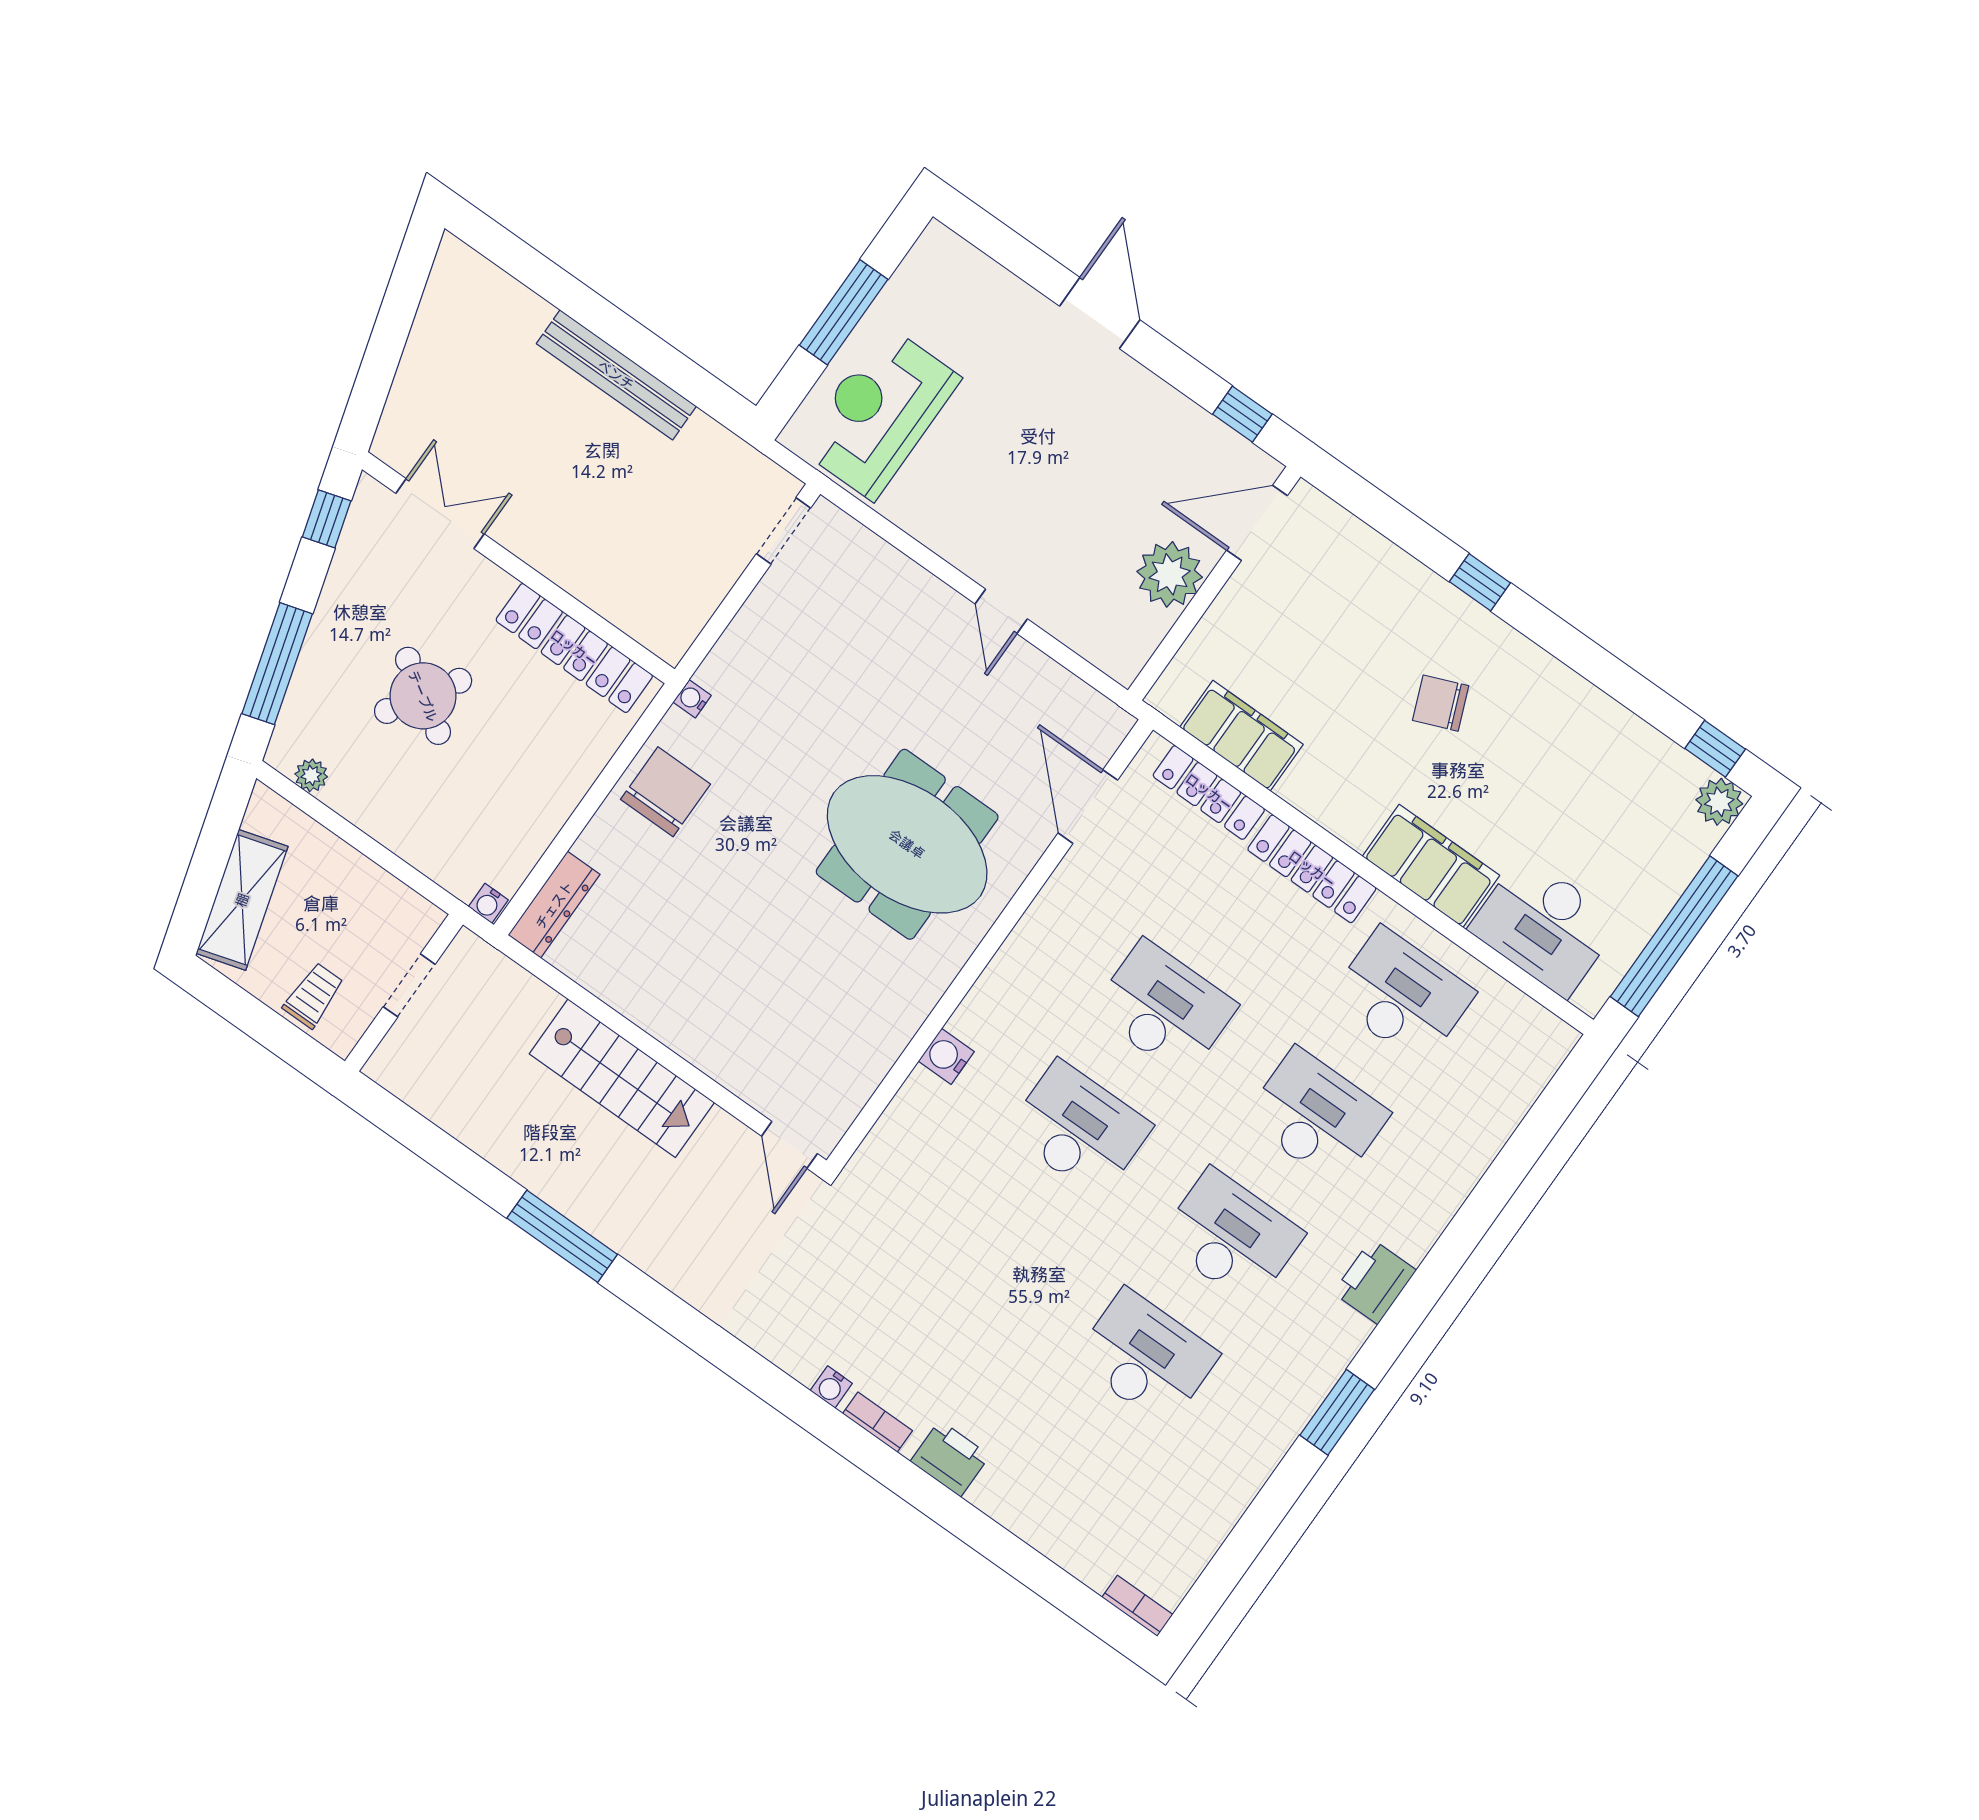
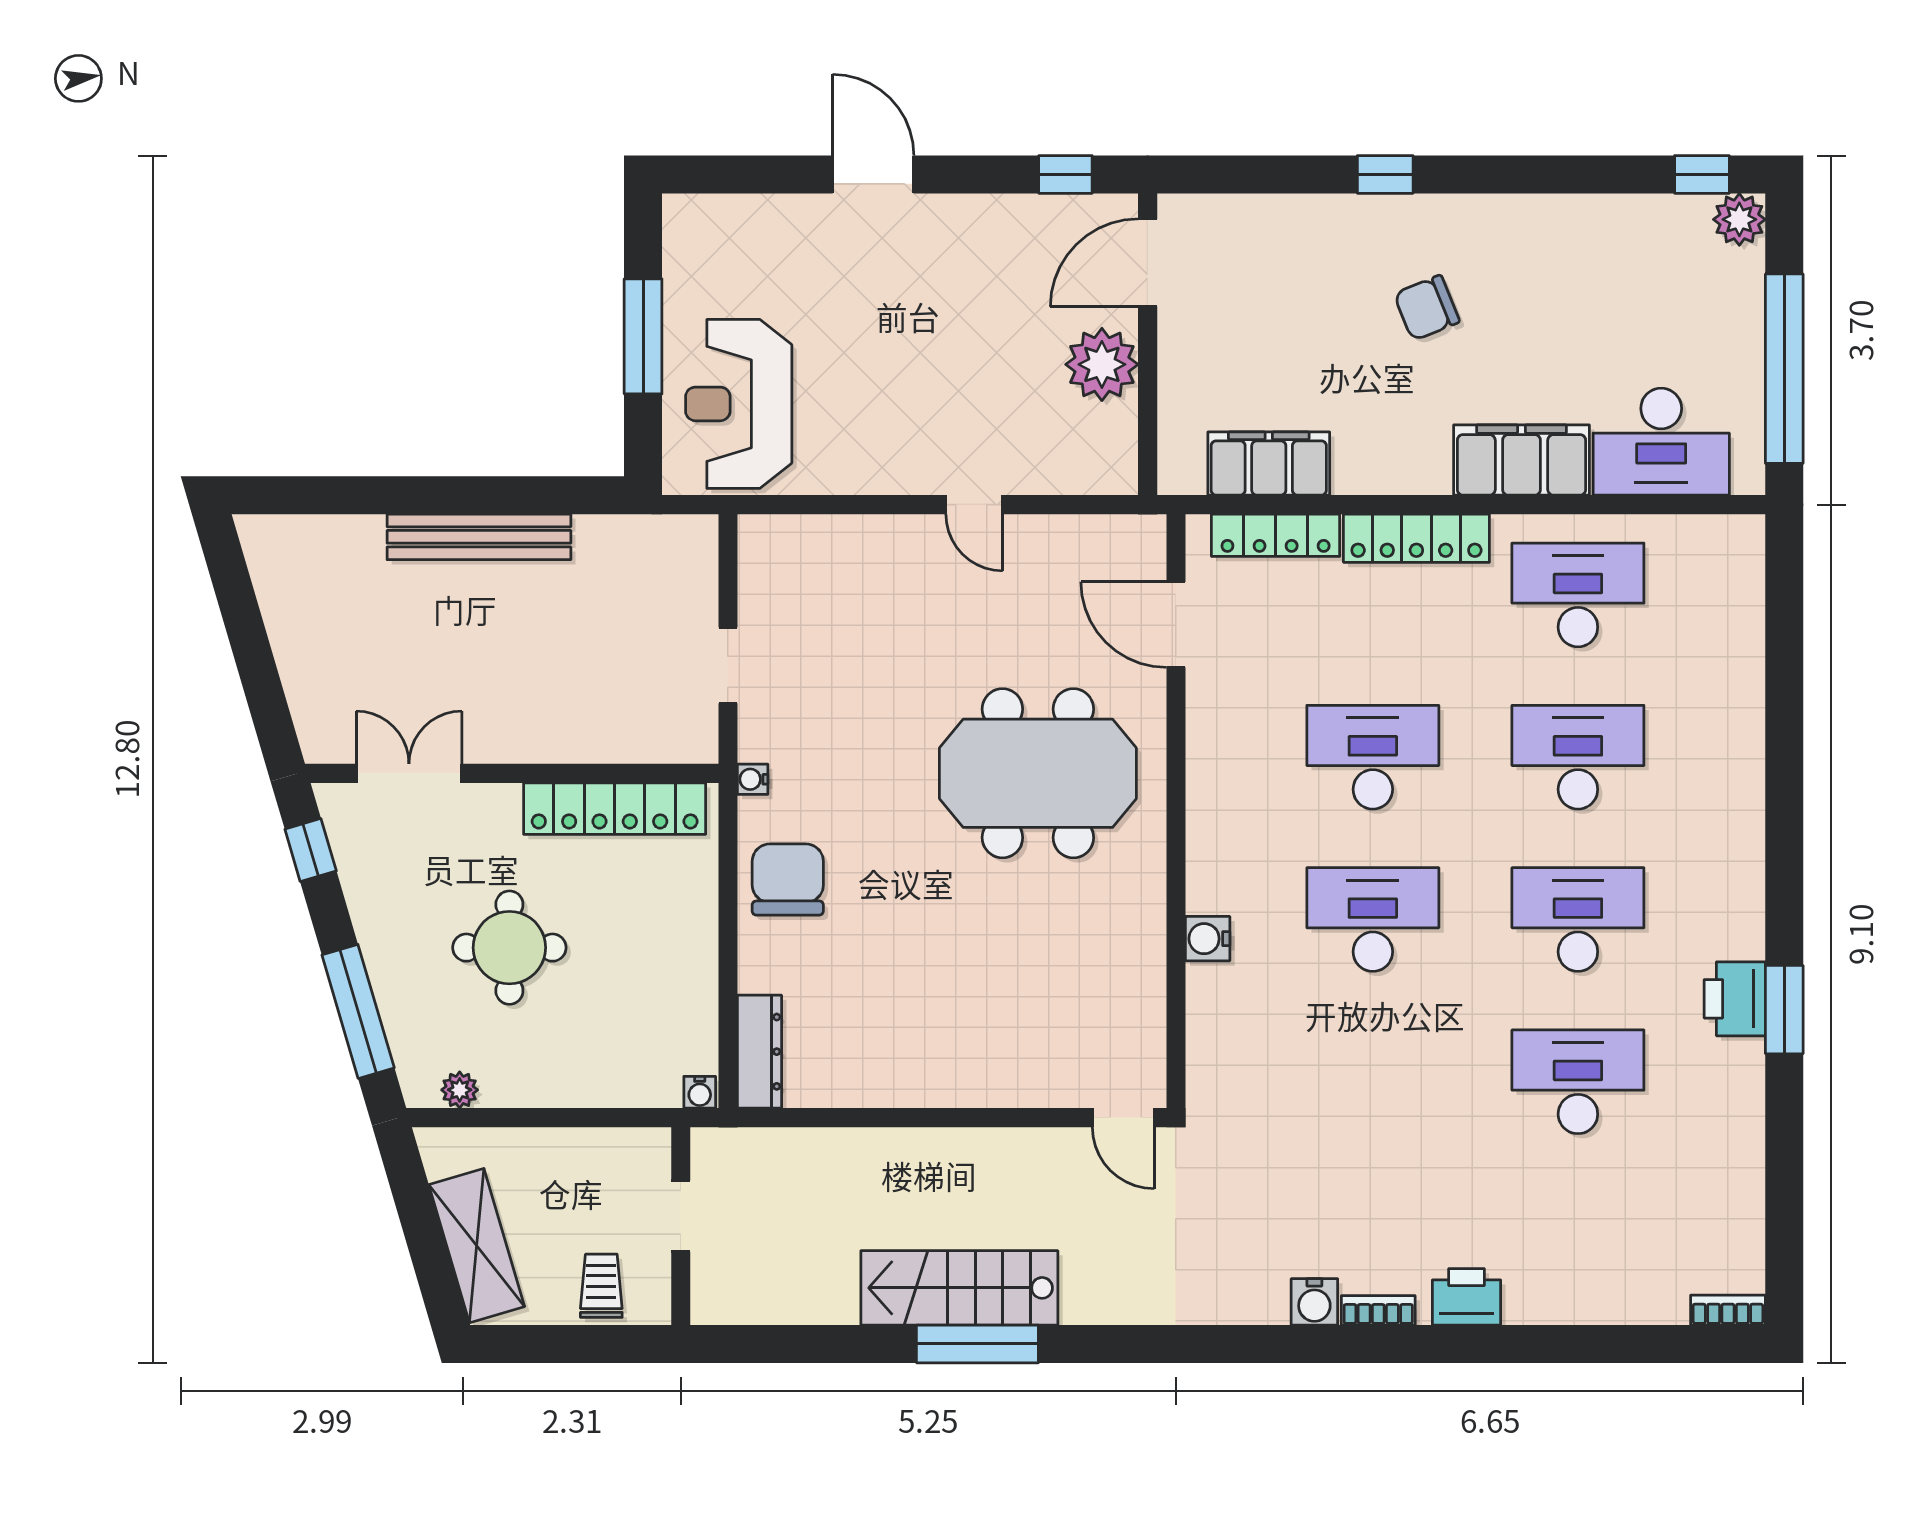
doorway: (784, 531) -> (728, 665), moved
round table: (423, 696) -> (509, 948), turned -32
stairs: (622, 1078) -> (959, 1288), moved, turned 180
printer: (1375, 1281) -> (1735, 999), moved
water cooler: (831, 1387) -> (1314, 1302), width x1.38, depth x1.38

